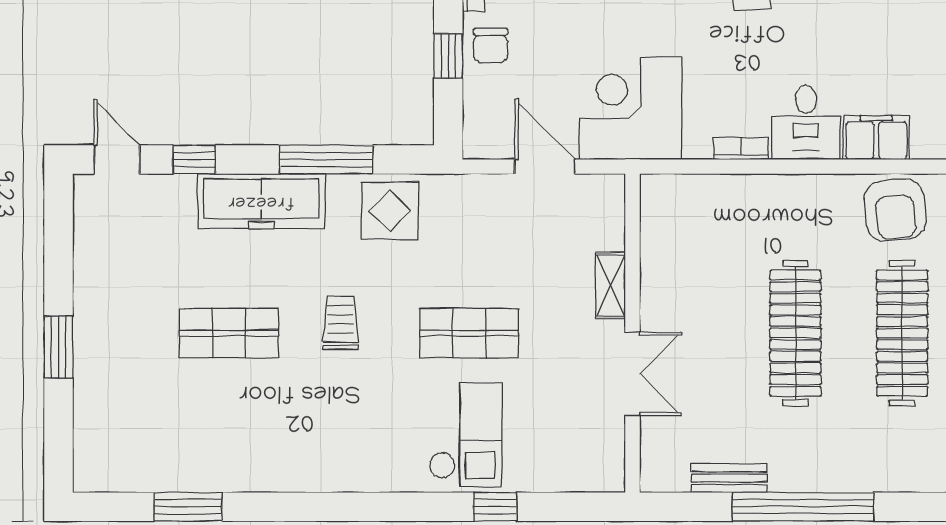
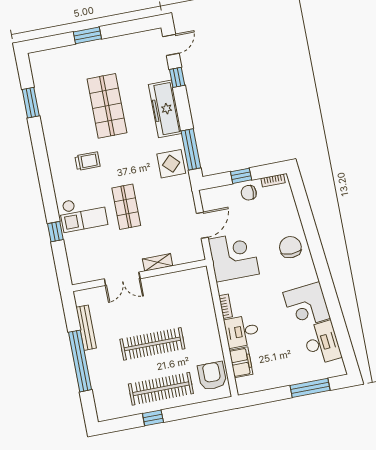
window: (326, 160) -> (191, 149), moved
armchair: (895, 210) -> (212, 376), turned 96
trolley: (340, 323) -> (88, 161), moved
shop shelf: (229, 333) -> (107, 106), width x1.43, depth x1.36
bench: (729, 478) -> (86, 328), width x1.36

